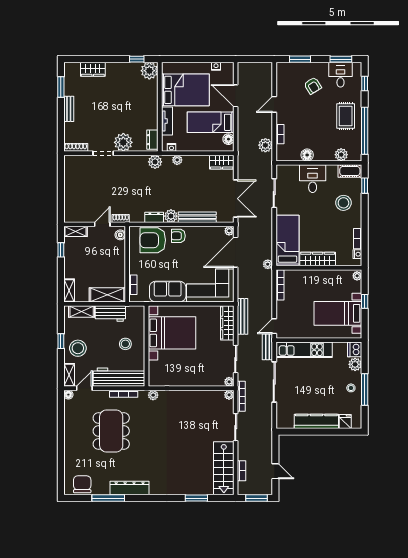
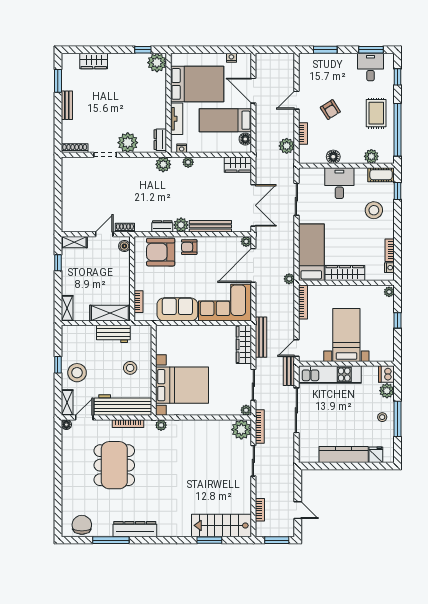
armchair: (313, 86) -> (330, 110), moved
shelving: (82, 311) -> (81, 332), removed
bed with nightstands: (338, 313) -> (346, 335), moved, turned 90
bed with nightstands: (172, 333) -> (182, 385), moved
plant: (229, 395) -> (241, 430), width x1.87, depth x1.87
stairs: (224, 468) -> (221, 525), moved, turned 90

